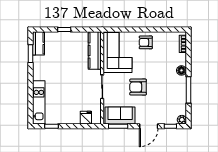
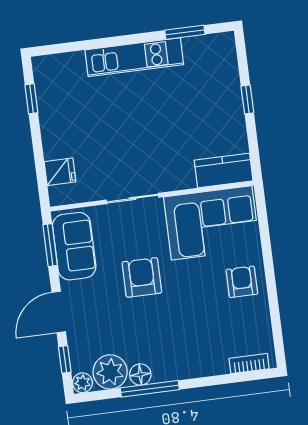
kitchen counter: (39, 43) -> (210, 47), removed
kitchen counter: (95, 51) -> (224, 170), width x0.67
floor lamp: (181, 70) -> (140, 375), moved
kitchen unit: (39, 102) -> (134, 57), moved
plant: (179, 107) -> (110, 372), added
door: (149, 126) -> (59, 312), hinge flipped

